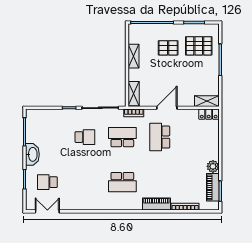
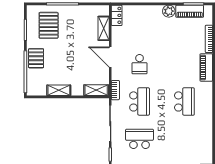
pallet: (168, 48) -> (36, 58), moved
shelving: (207, 101) -> (104, 28), moved
school desk: (85, 137) -> (140, 139), width x1.85
school desk: (122, 137) -> (140, 101), turned 180
school desk: (160, 137) -> (140, 64), width x0.54

